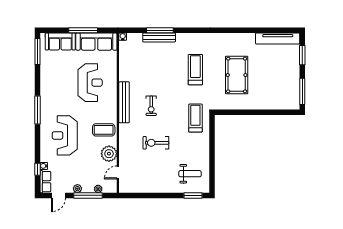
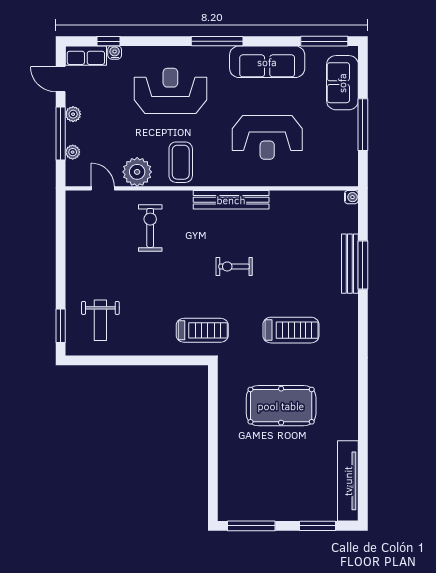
sofa: (96, 42) -> (267, 62), moved, turned -90
exercise bike: (151, 106) -> (234, 266), moved
exercise bike: (156, 143) -> (150, 228), moved

